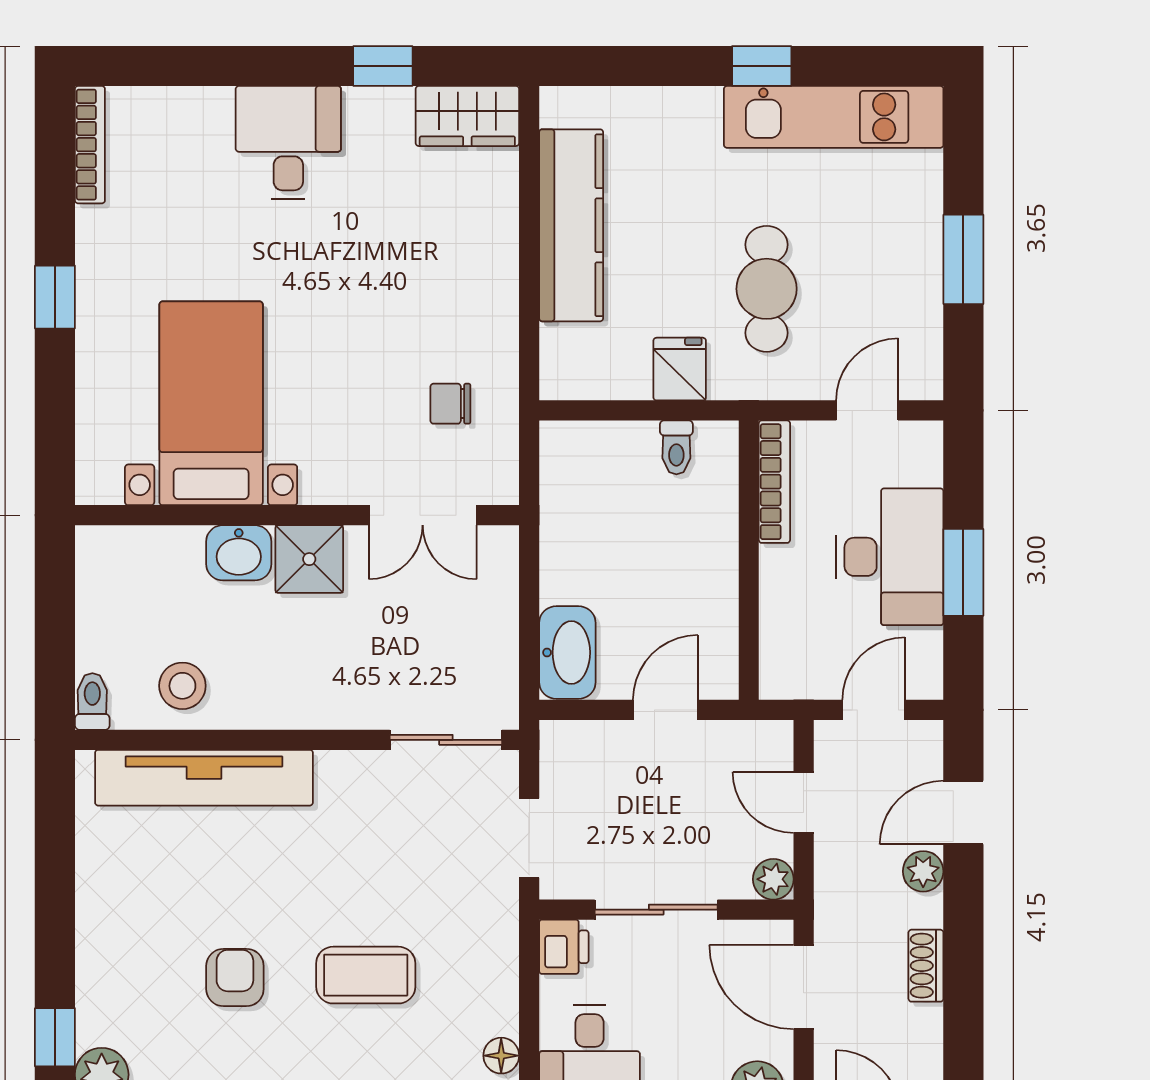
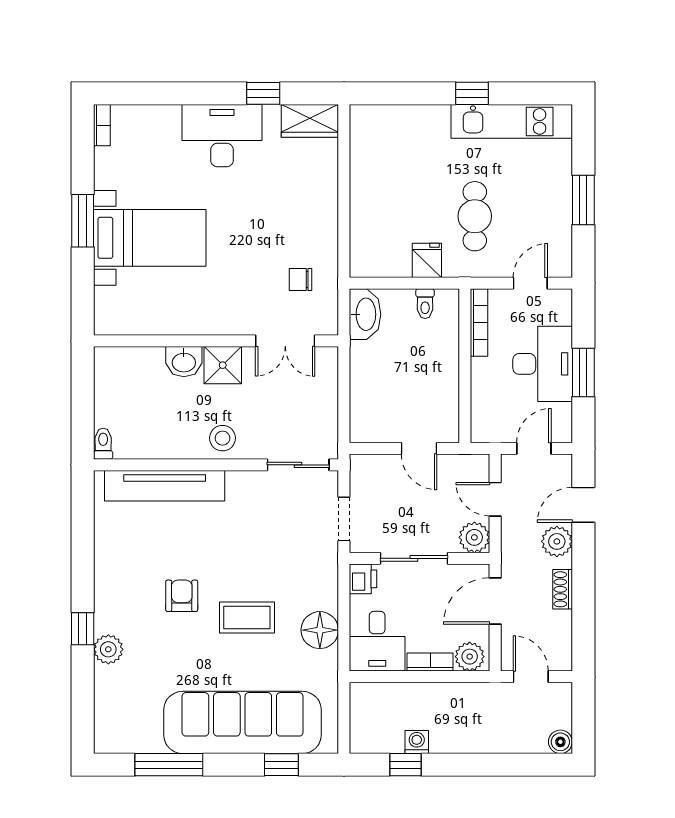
desk: (288, 143) -> (222, 136), width x1.37
bookcase: (90, 145) -> (102, 125), width x0.64
kitchen counter: (571, 225) -> (367, 181), removed
window: (55, 297) -> (83, 221), width x1.50
bed with nightstands: (211, 403) -> (150, 238), moved, turned 90
washbasin: (567, 652) -> (365, 314), moved
stool: (182, 686) -> (223, 438), moved
door: (665, 710) -> (419, 448), swing flipped
plant: (923, 871) -> (557, 541), width x1.38, depth x1.38
plant: (773, 879) -> (474, 537), width x1.38, depth x1.38
coffee table: (366, 975) -> (247, 617), moved
door: (804, 987) -> (495, 601), hinge flipped
floor lamp: (501, 1056) -> (320, 630), width x1.89, depth x1.89

